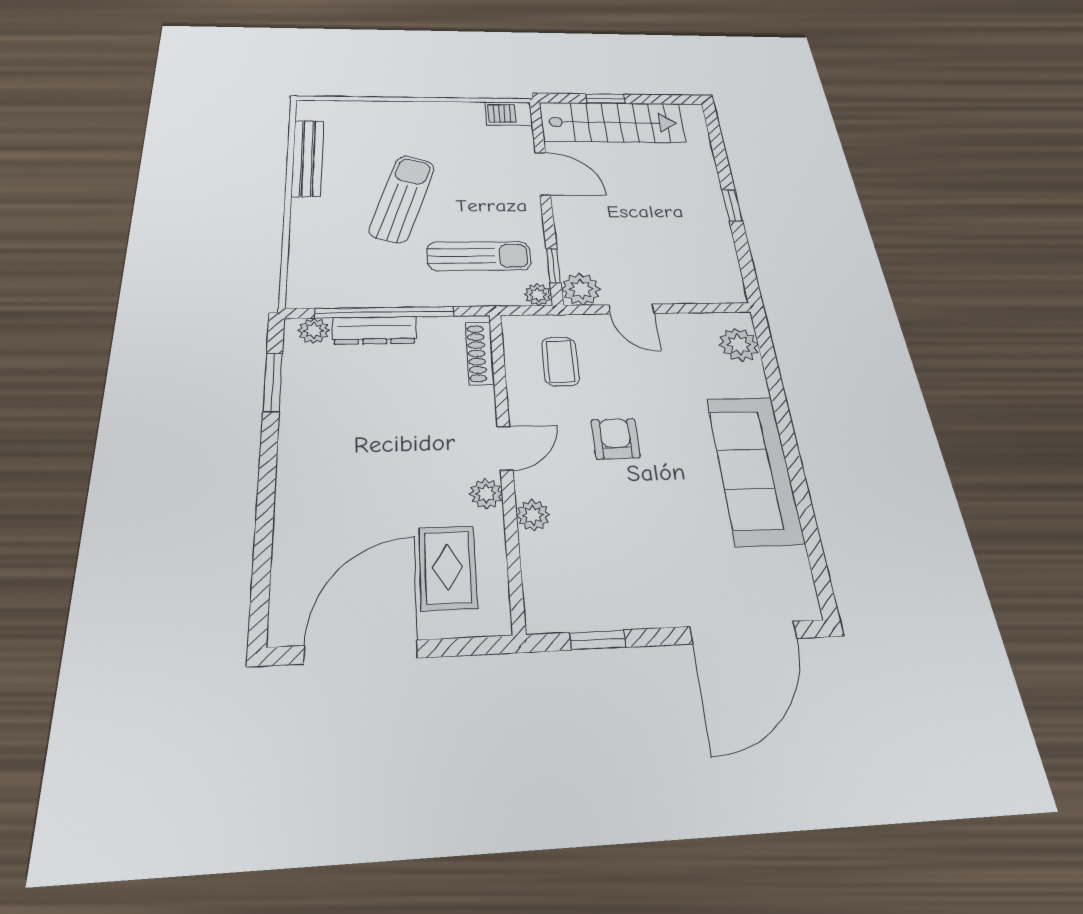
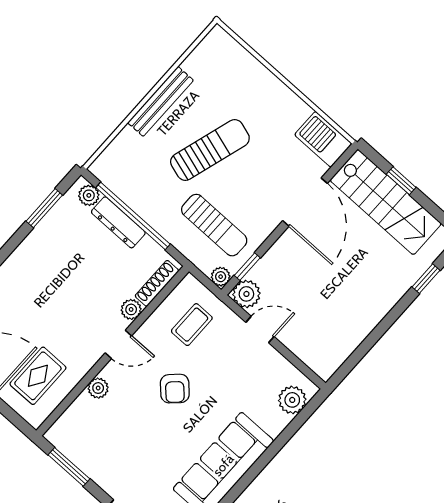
barbecue: (509, 114) -> (323, 139), width x1.38, depth x1.27
bench: (307, 158) -> (161, 101), moved
door: (543, 174) -> (305, 202), width x1.36
window: (732, 205) -> (426, 279), moved
door: (632, 309) -> (260, 330), swing flipped
armchair: (616, 439) -> (175, 389), turned 136
plant: (486, 494) -> (131, 309), moved
window: (598, 640) -> (69, 467), width x1.50

